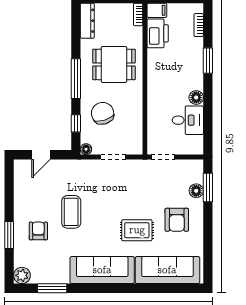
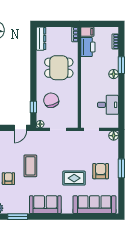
window: (76, 79) -> (33, 77), removed
floor lamp: (196, 97) -> (114, 74), moved
door: (41, 155) -> (20, 128), moved
window: (208, 187) -> (121, 168), moved
floor lamp: (196, 191) -> (114, 136), moved
armchair: (177, 220) -> (101, 171), turned 180
sofa: (102, 270) -> (45, 205), width x0.73

